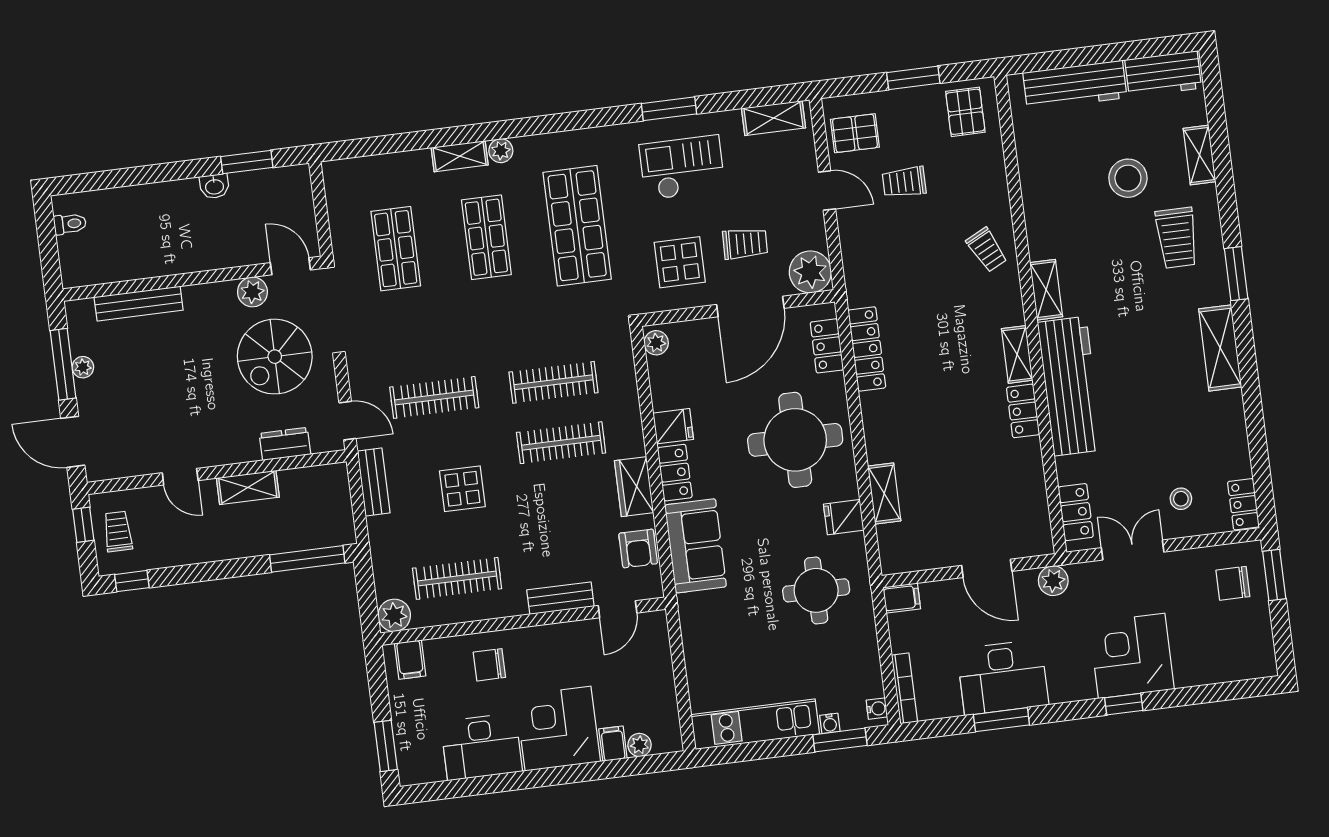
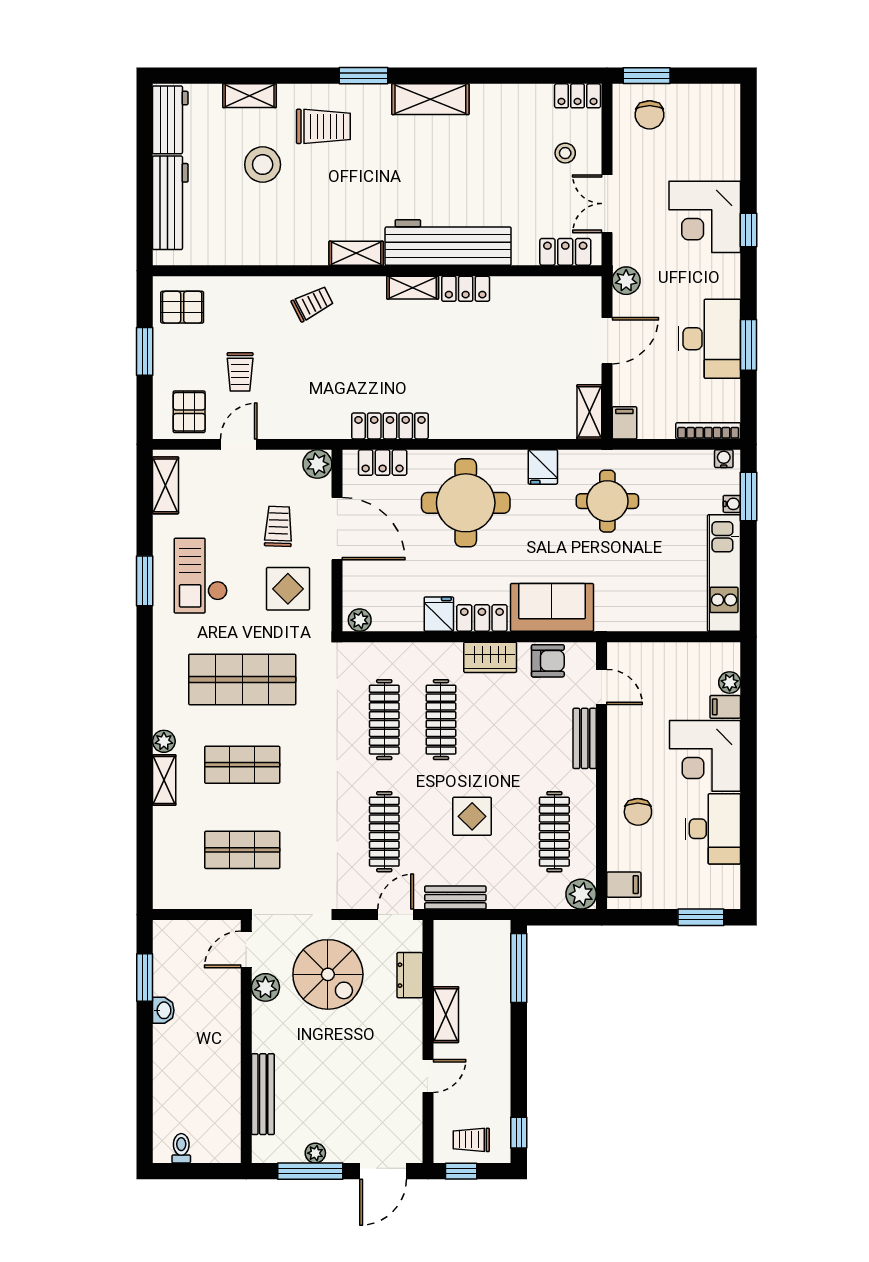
plant: (810, 272) -> (317, 464), width x0.73, depth x0.73
shelving: (884, 493) -> (589, 412), moved, turned 90

